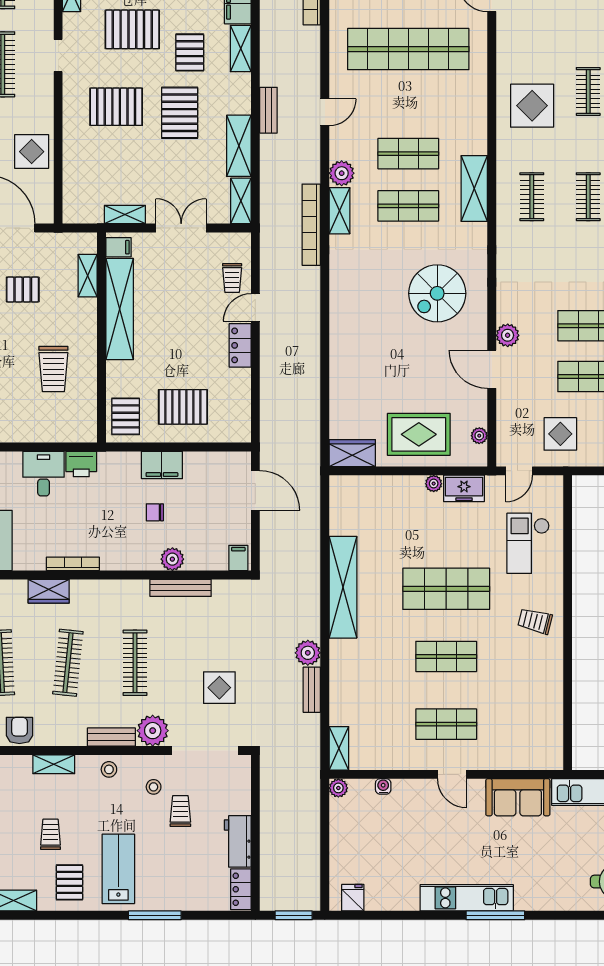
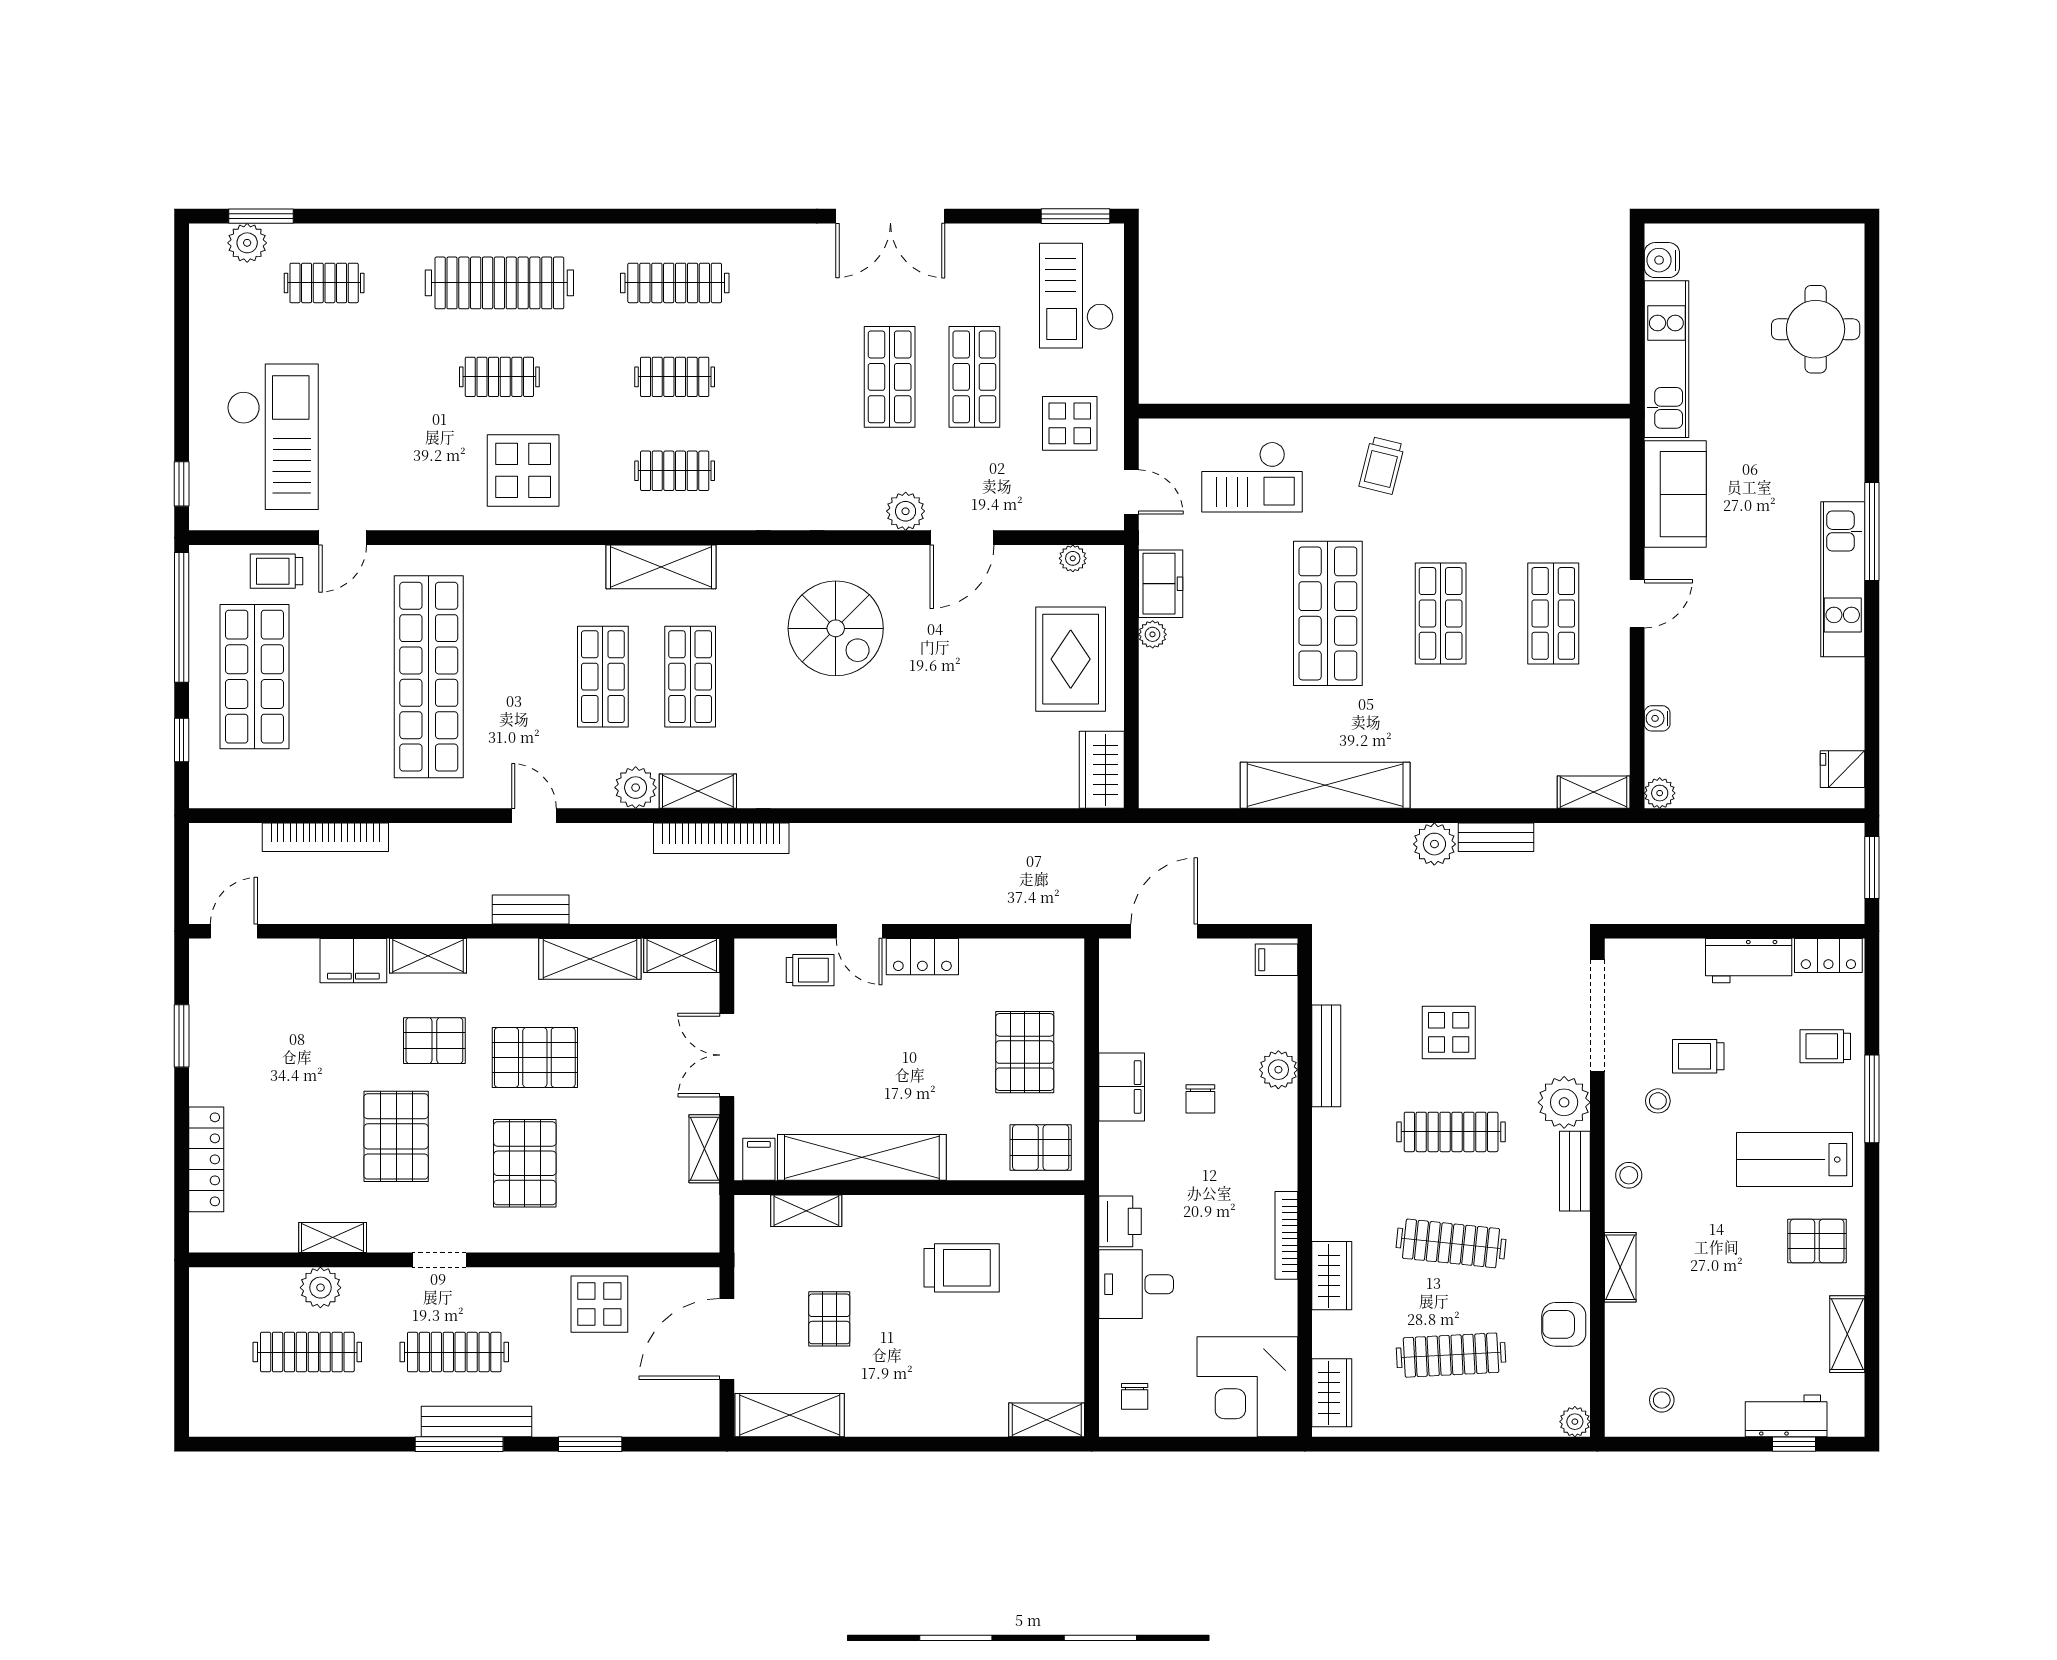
display table: (219, 688) -> (1449, 1032), moved
trolley: (50, 834) -> (1825, 1046), moved

